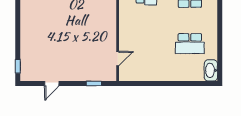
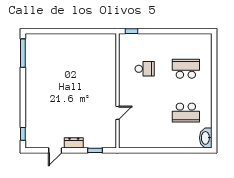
door: (118, 59) -> (117, 113), moved
dresser: (72, 76) -> (74, 143), added

